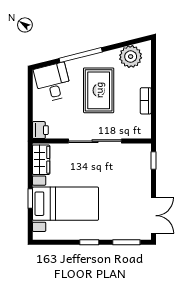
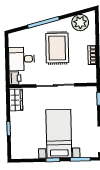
desk: (53, 82) -> (22, 59), moved, turned -76
bed with nightstands: (65, 204) -> (59, 134), moved, turned -90

